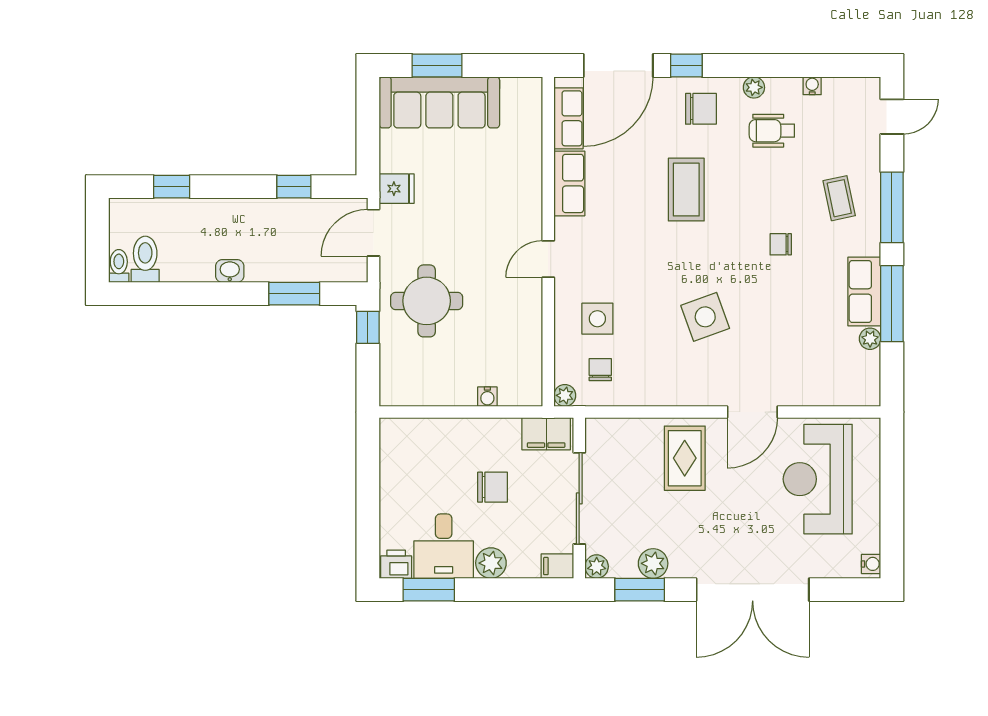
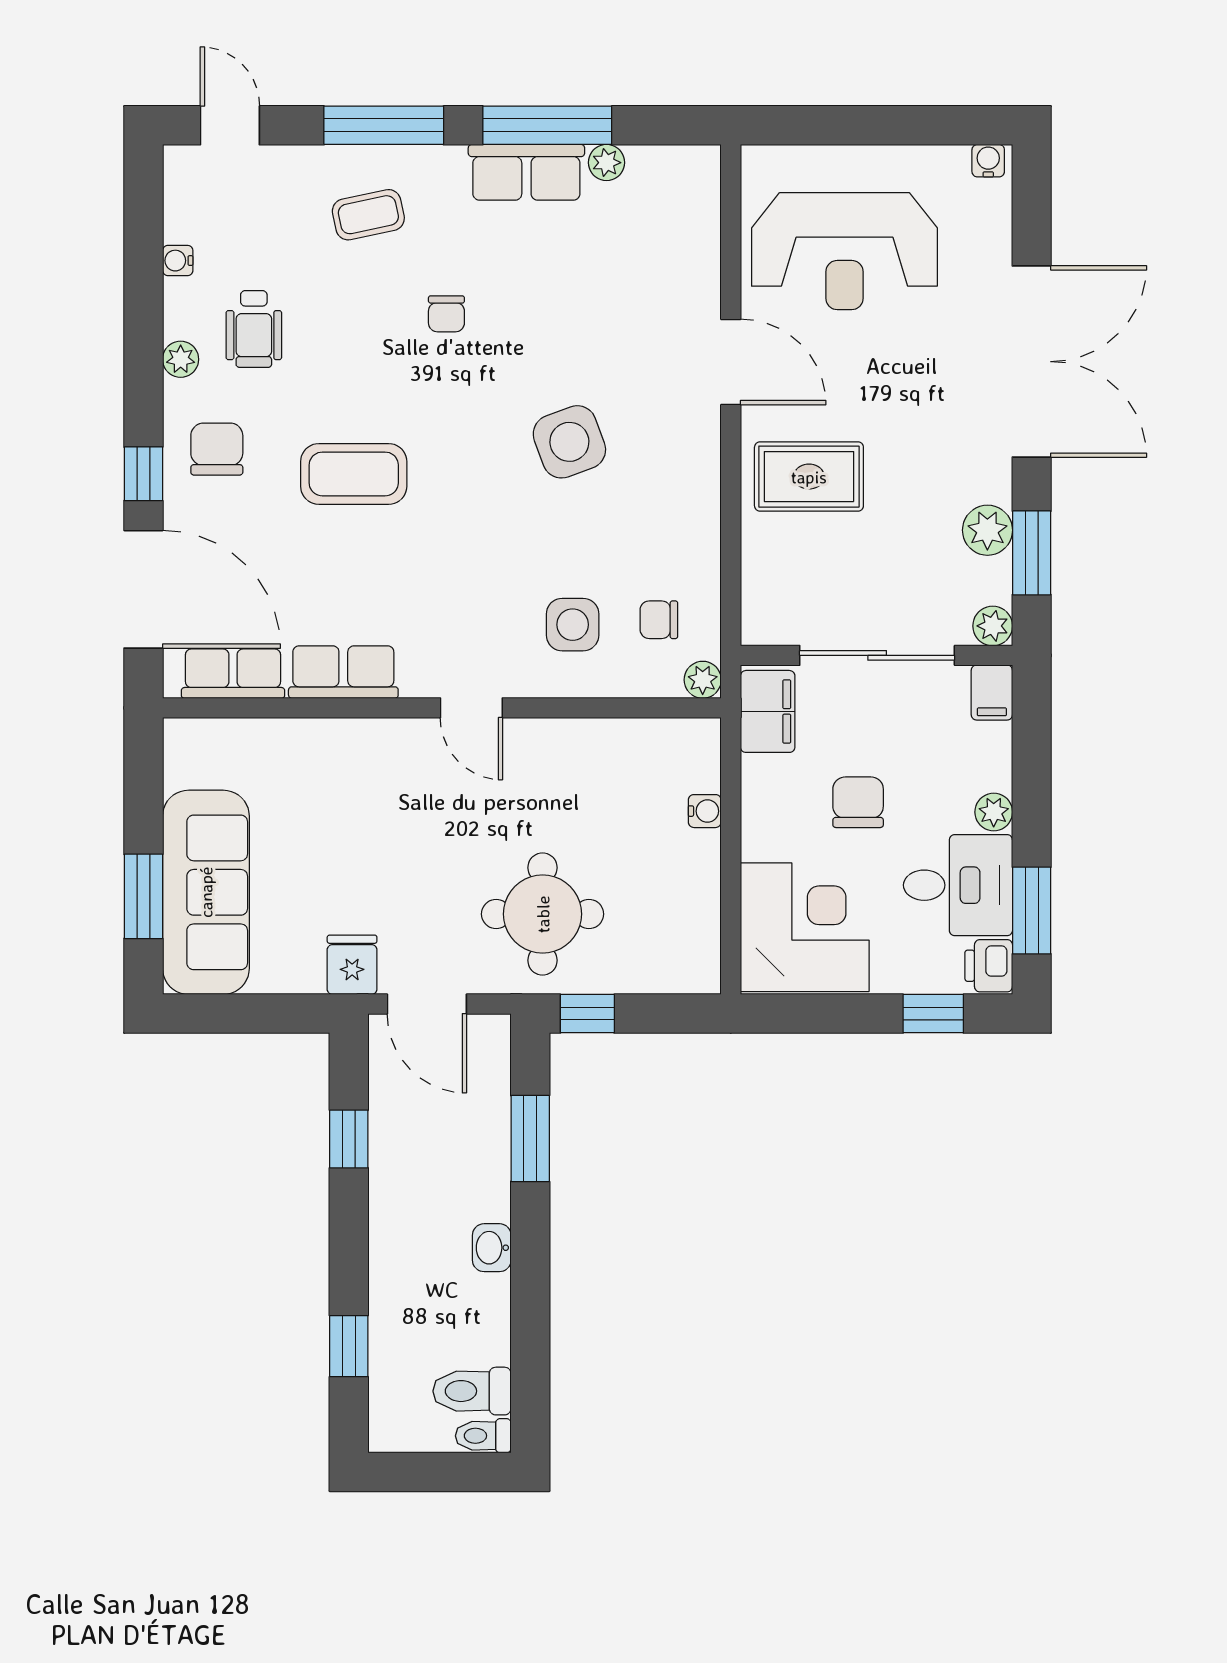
corner desk: (419, 456) -> (805, 927), added
window: (368, 531) -> (933, 1014), added
plant: (491, 563) -> (994, 812), width x0.73, depth x0.73

